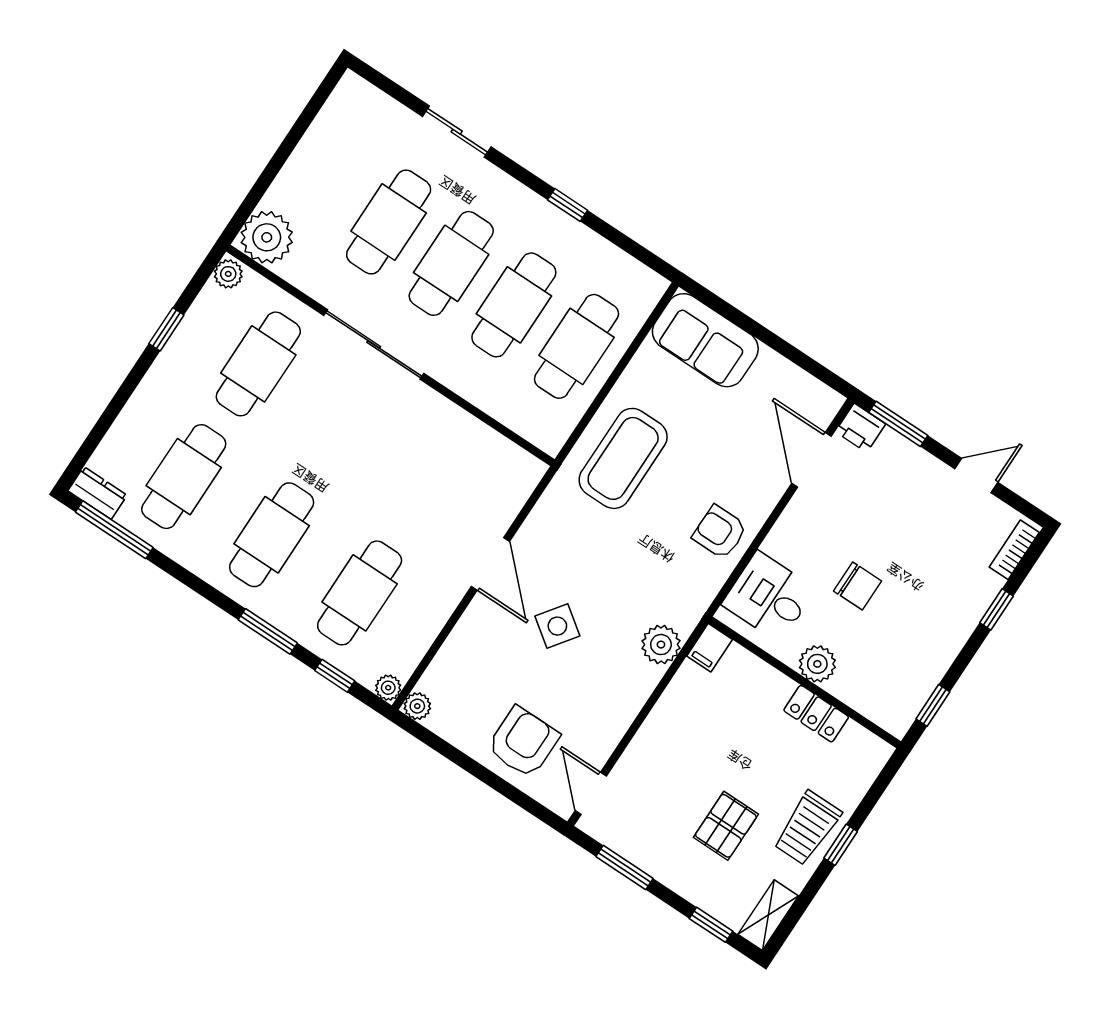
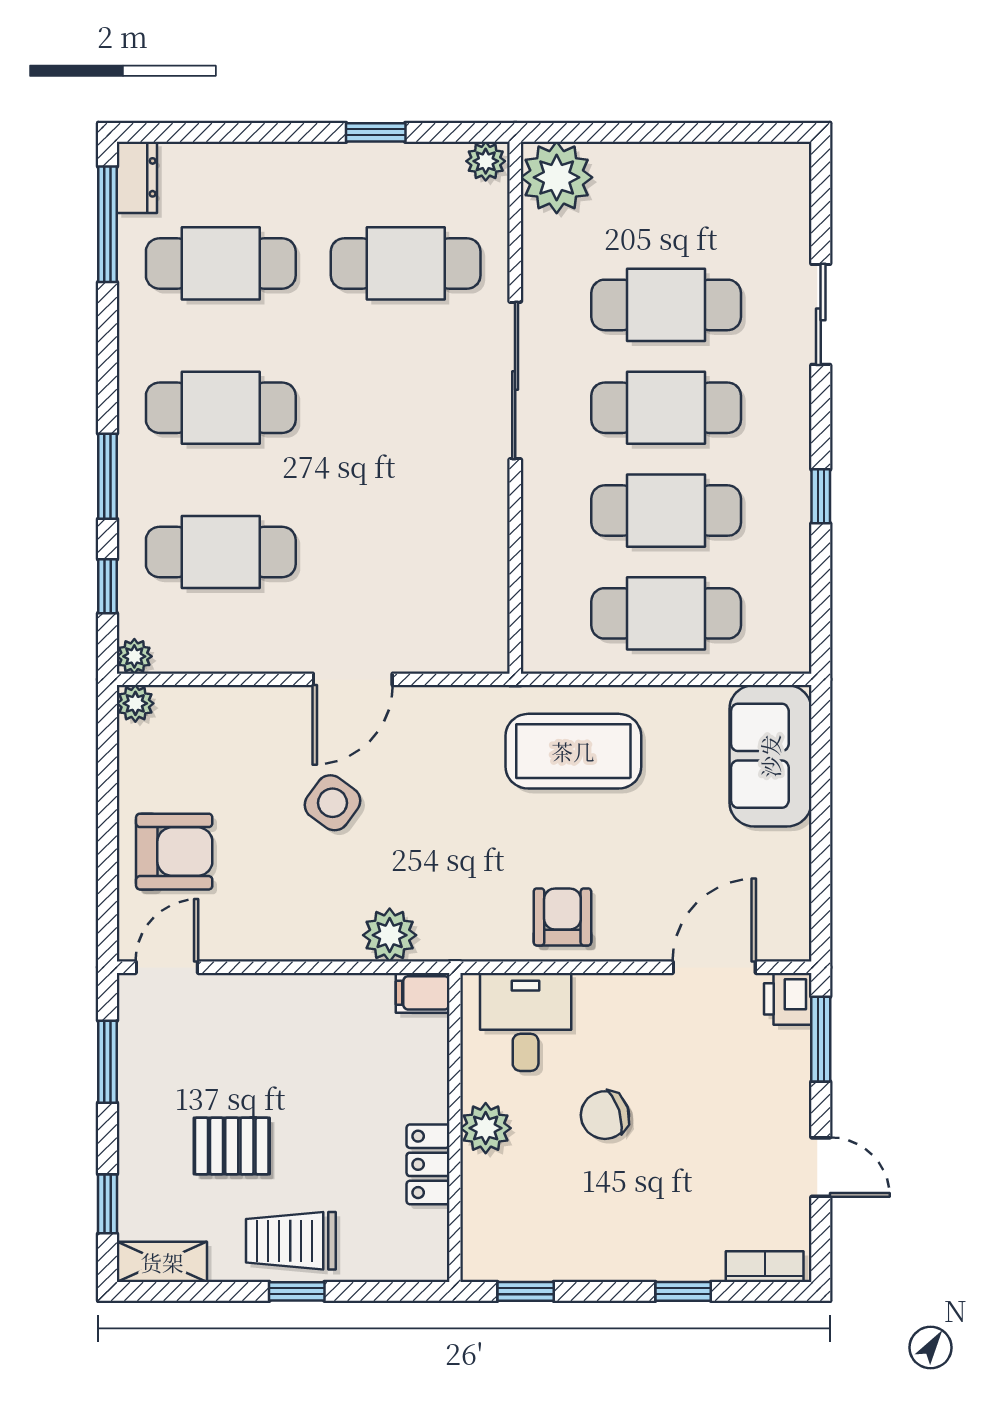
chair: (858, 586) -> (605, 1115), turned 72

